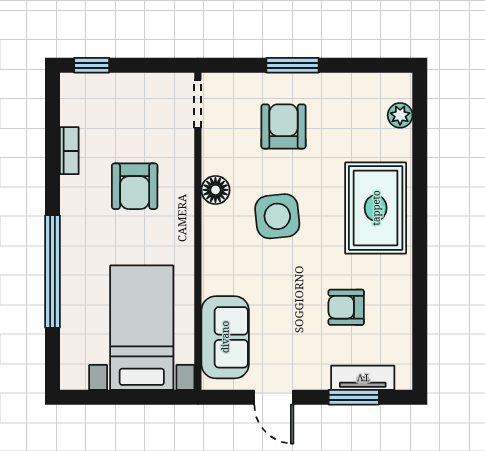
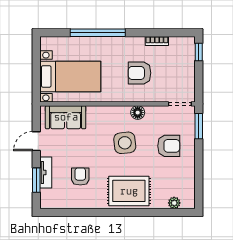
window: (293, 65) -> (199, 126), moved
tv unit: (363, 378) -> (46, 172), moved

